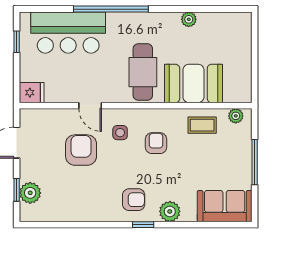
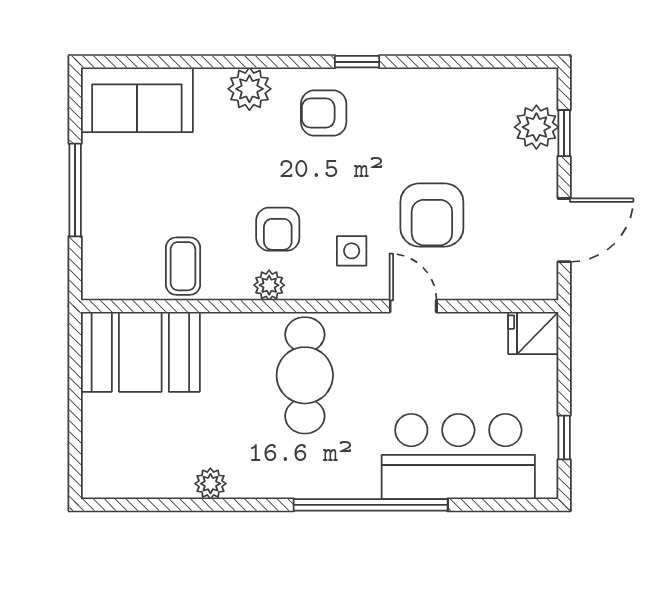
booth: (193, 83) -> (140, 352), moved
plant: (236, 116) -> (269, 285), moved
coffee table: (202, 125) -> (183, 266), turned 90
window: (143, 225) -> (357, 62), moved

